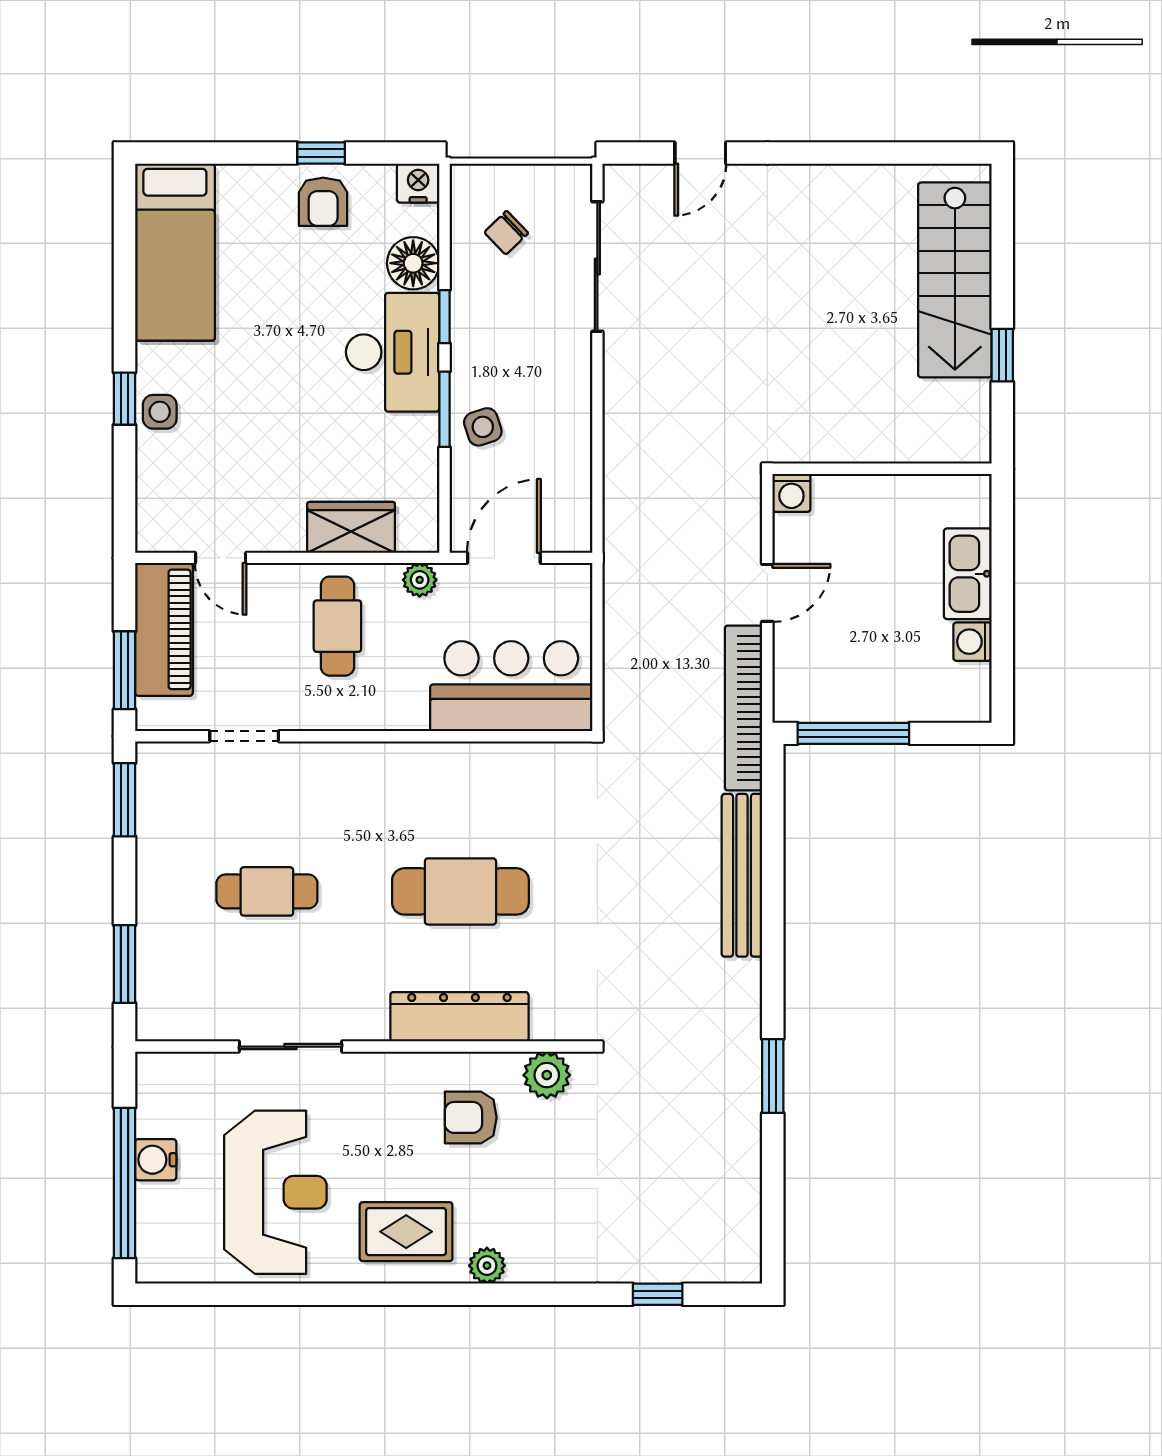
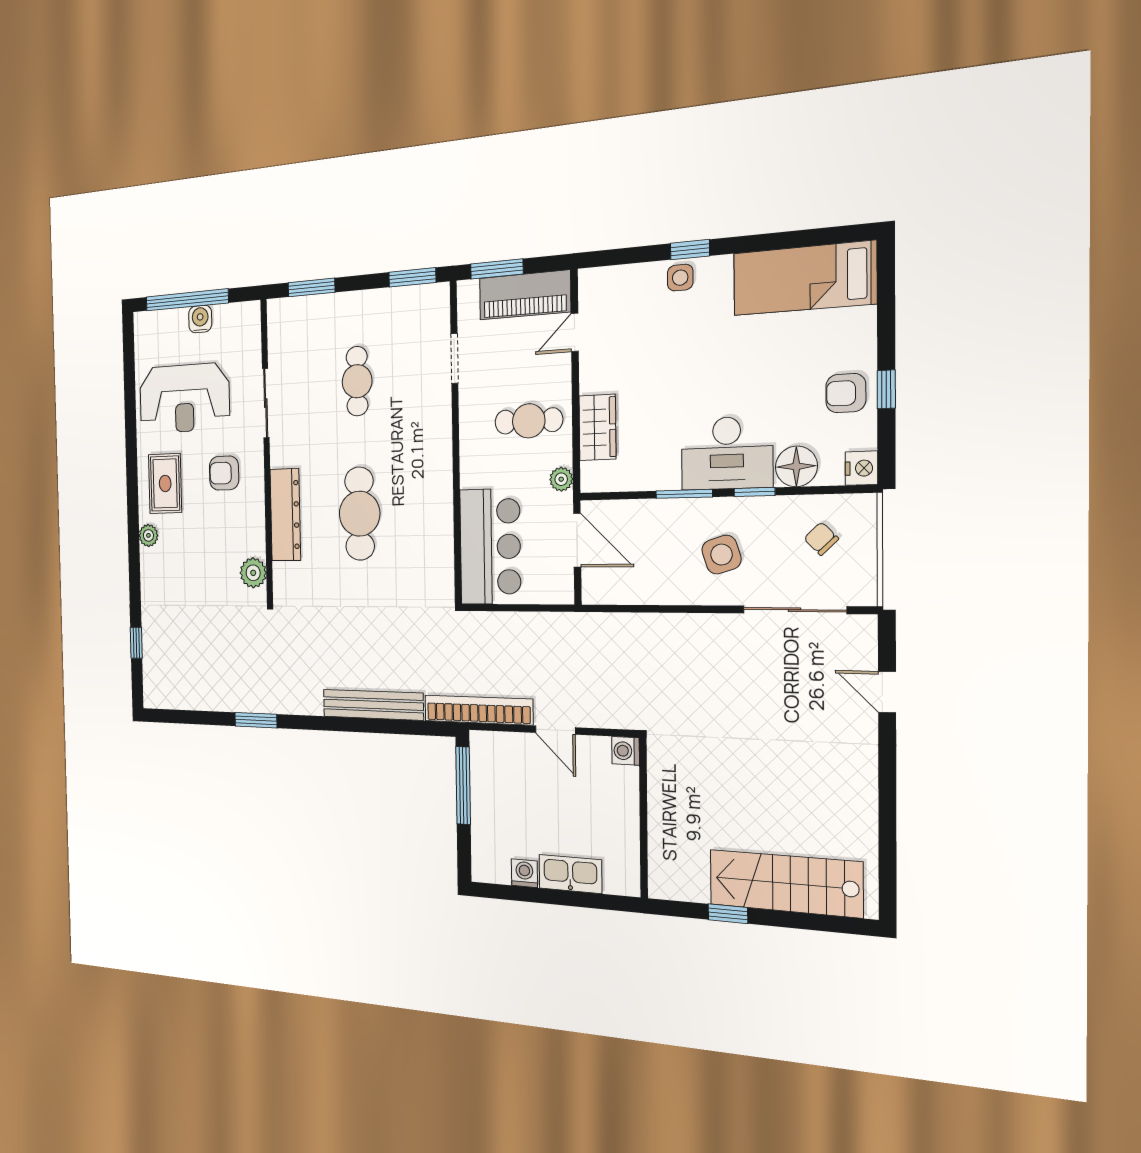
side table: (483, 427) -> (722, 555), moved, width x1.37, depth x1.37
armchair: (471, 1117) -> (224, 473), moved, turned -90

